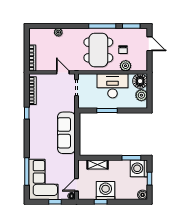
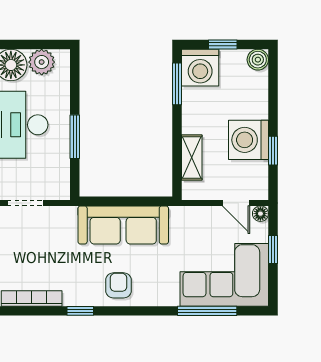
armchair: (39, 131) -> (118, 285), added

